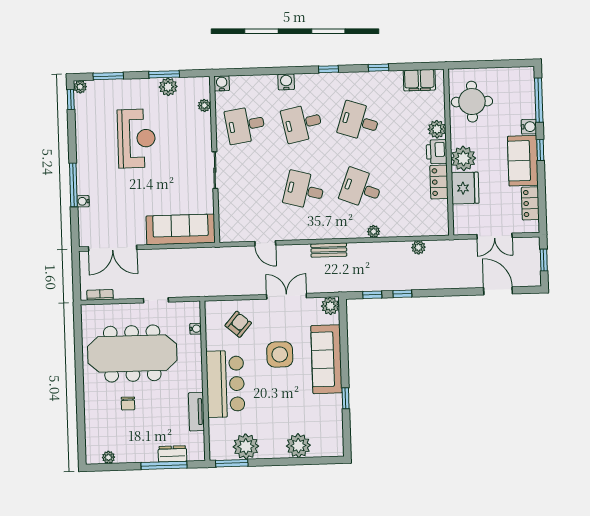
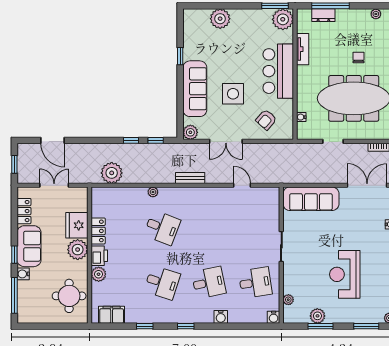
desk: (304, 190) -> (209, 228), removed
plant: (418, 247) -> (112, 173), width x1.88, depth x1.88
plant: (246, 446) -> (283, 19), moved

